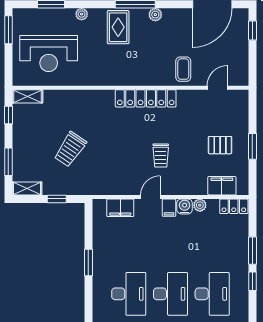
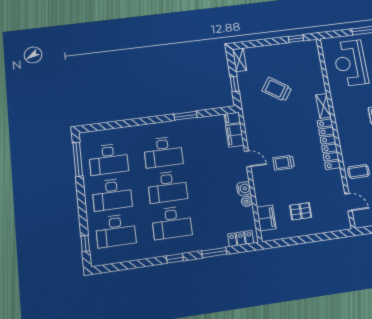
shelving: (27, 96) -> (323, 106), moved
pallet: (220, 145) -> (301, 211), turned 90
window: (252, 146) -> (304, 239), removed
window: (8, 162) -> (259, 43), removed
locker: (234, 206) -> (241, 239), moved, turned 90
filing cabinet: (169, 208) -> (232, 118), moved
window: (252, 281) -> (175, 258), moved

